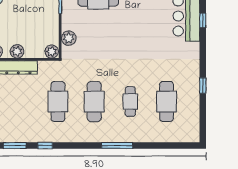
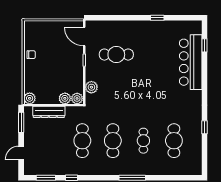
window: (203, 20) -> (205, 72), removed
plant: (17, 51) -> (65, 98), moved

